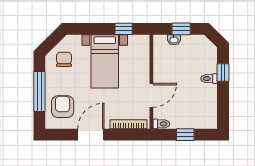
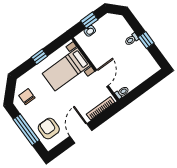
window: (124, 29) -> (39, 57), moved
bed with nightstands: (105, 61) -> (66, 69), moved, turned 90
window: (223, 73) -> (146, 40), moved
window: (185, 135) -> (143, 88), removed

